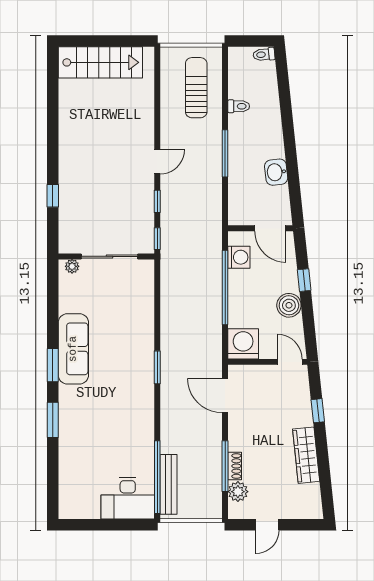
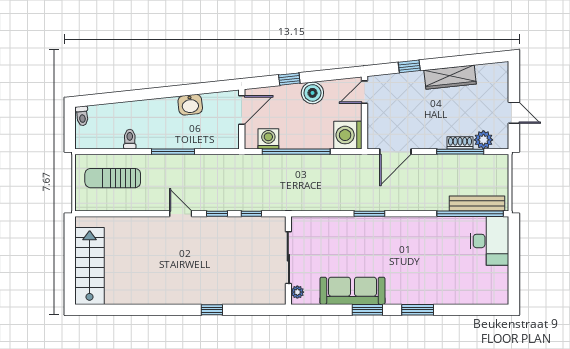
wall: (106, 256) -> (288, 261), moved
sliding door: (110, 256) -> (288, 258), moved
plant: (72, 266) -> (297, 292), moved

